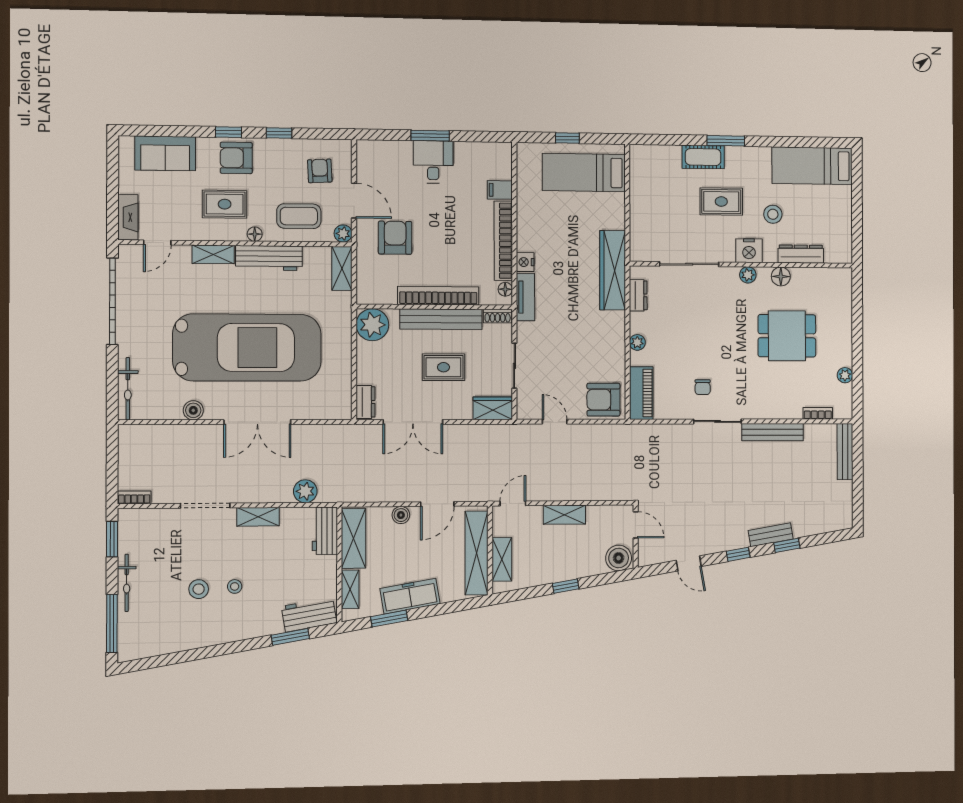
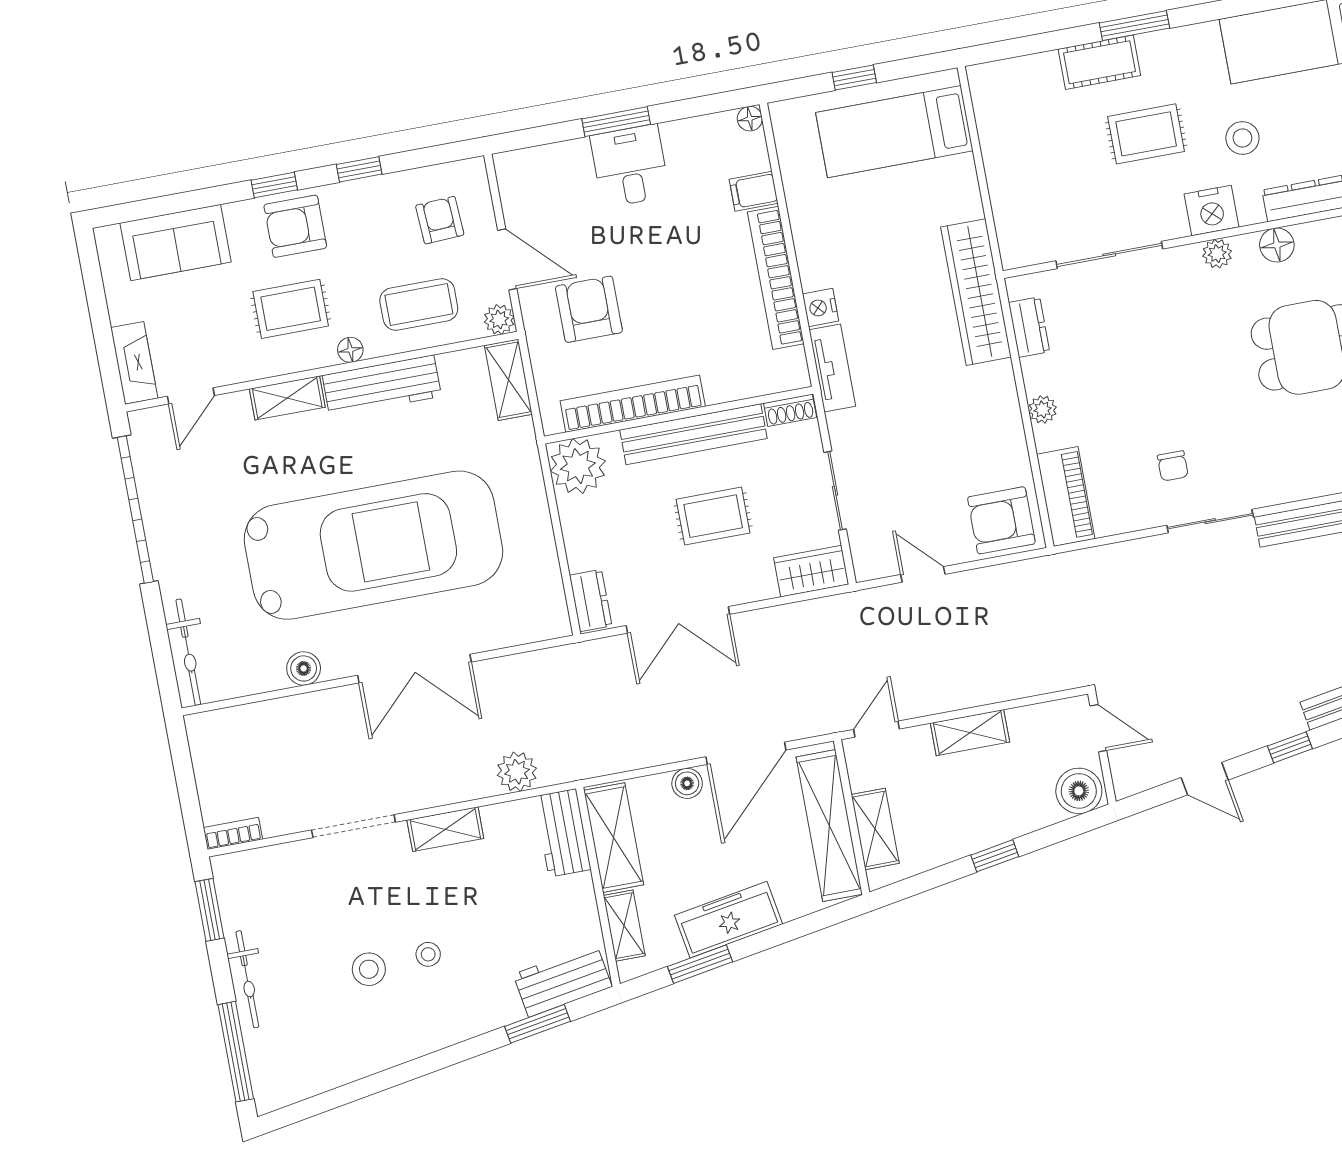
floor lamp: (505, 289) -> (750, 119), moved
bookcase: (438, 296) -> (633, 404), moved
door: (437, 504) -> (746, 753), width x1.36

